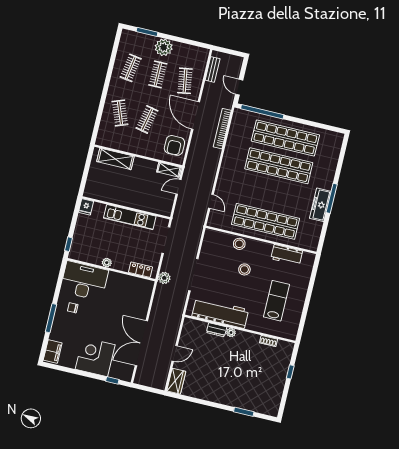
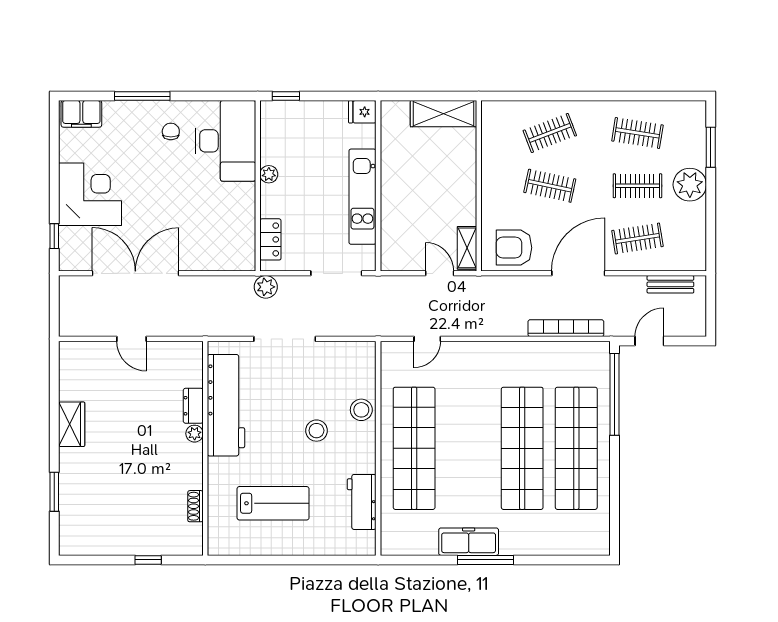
shelving: (115, 159) -> (443, 114), moved, turned 90
wardrobe: (176, 381) -> (72, 424), moved, turned -90

